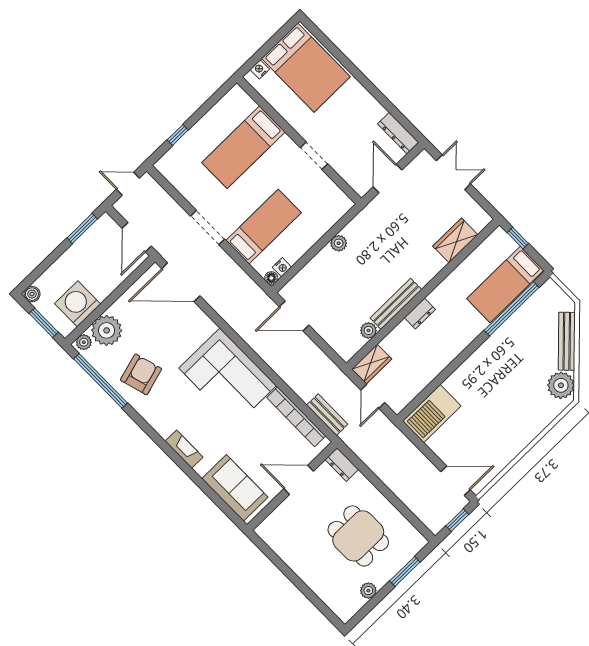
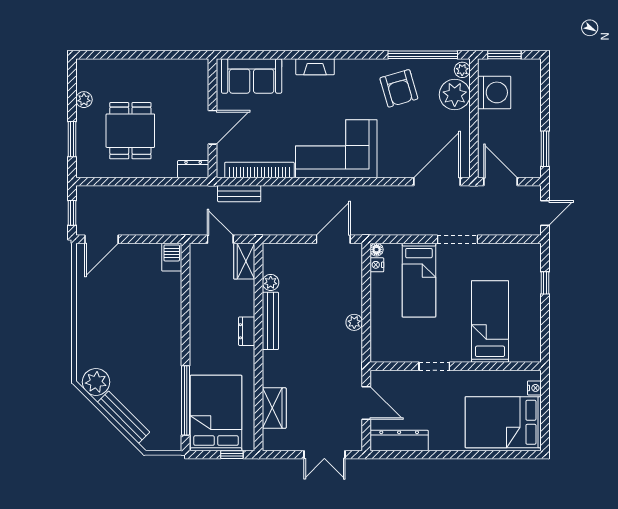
dresser: (398, 133) -> (399, 440), width x1.37, depth x1.24
bed: (505, 284) -> (216, 413), width x1.50
boiler: (32, 294) -> (533, 67), removed
barbecue: (432, 414) -> (172, 257), width x0.53, depth x0.65
dining table: (358, 536) -> (130, 131), turned 90

